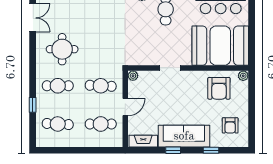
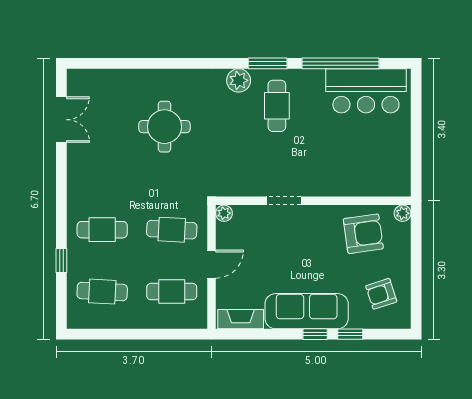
booth: (220, 46) -> (365, 165), removed
round table: (62, 49) -> (164, 127), moved
armchair: (219, 88) -> (363, 234), turned -98
armchair: (230, 125) -> (381, 294), turned 72
window: (173, 150) -> (315, 334), moved

